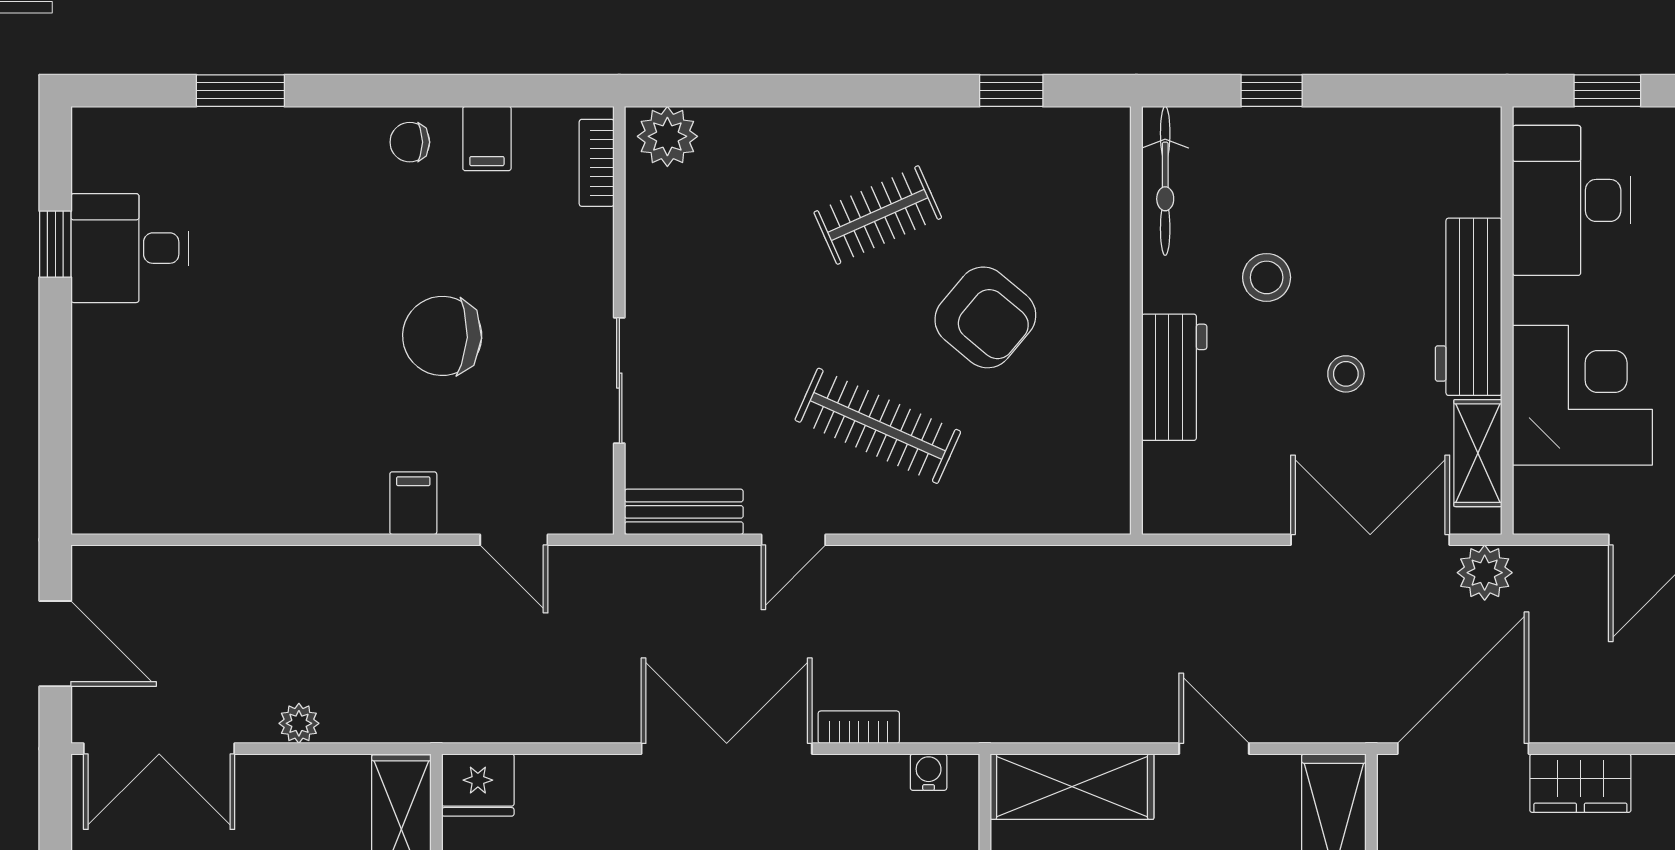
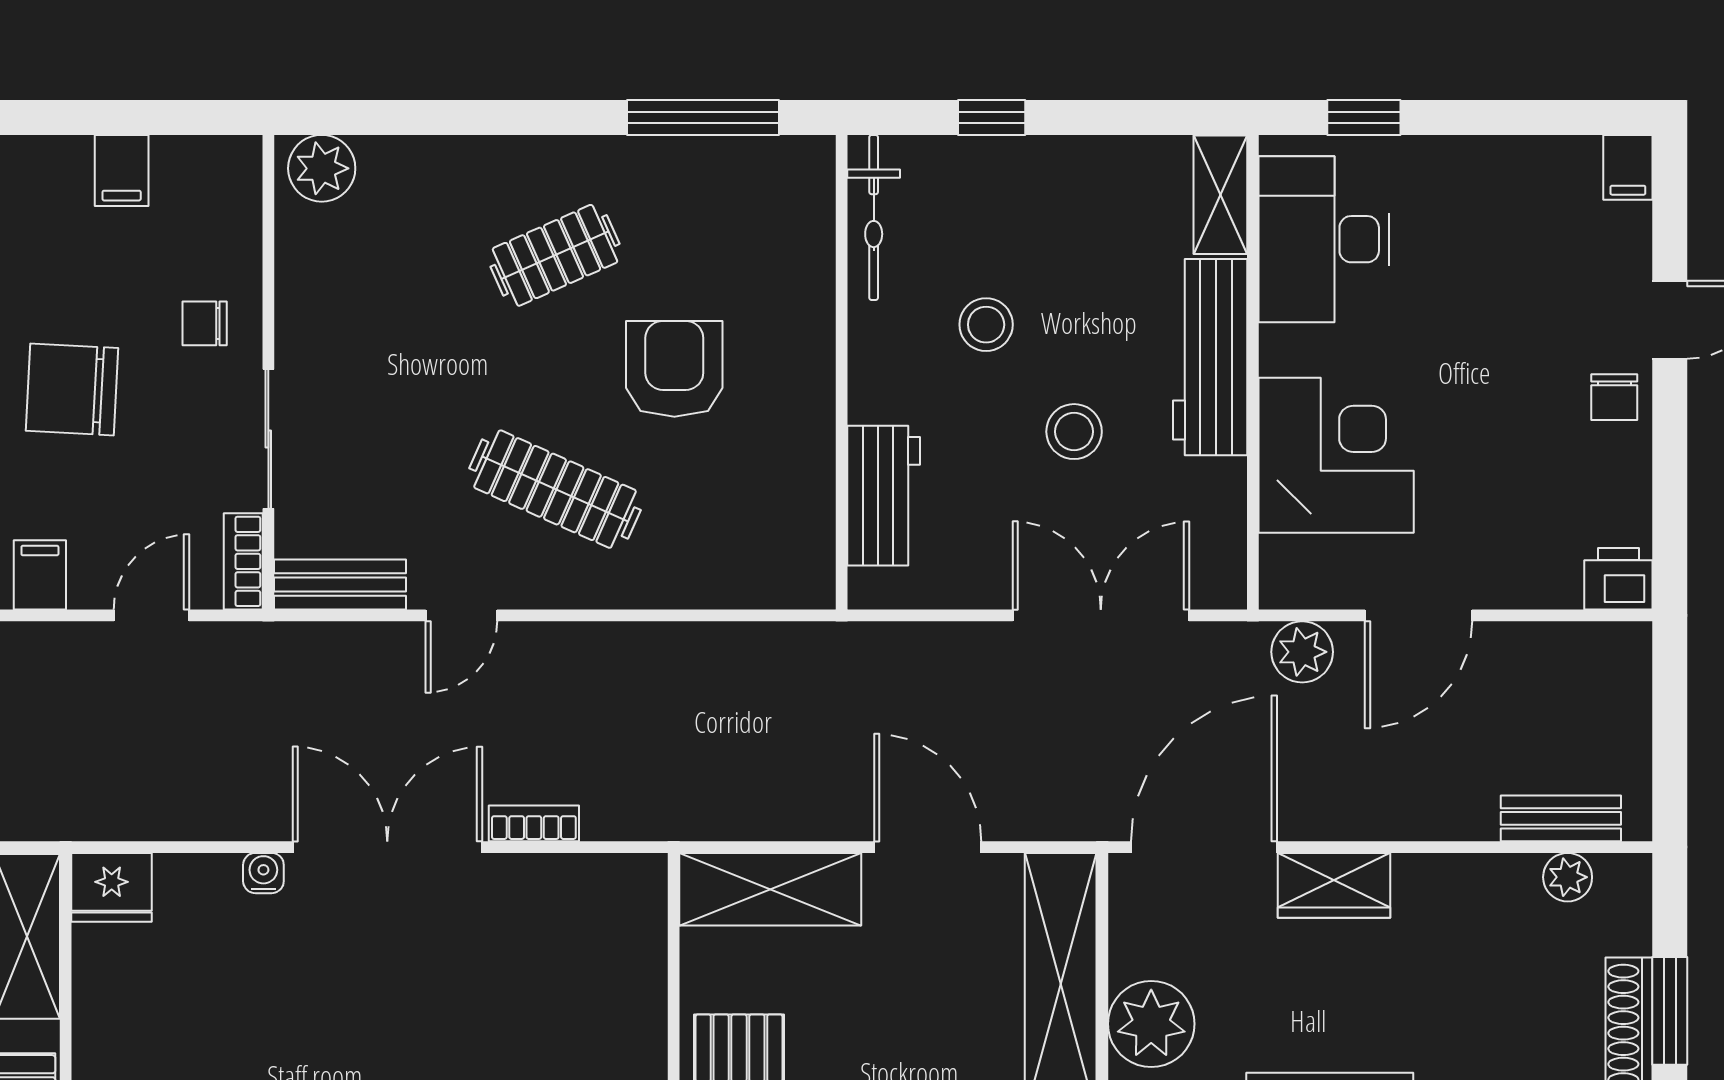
window: (1011, 91) -> (703, 117), width x2.17
chair: (410, 142) -> (205, 323), moved
bookcase: (597, 163) -> (243, 561), moved
armchair: (985, 317) -> (674, 369), turned -130
stool: (1346, 374) -> (1074, 432), width x1.37, depth x1.37
workbench: (1174, 377) -> (884, 496), moved
shelving: (1478, 453) -> (1220, 195), moved
door: (514, 540) -> (152, 615), swing flipped
plant: (1485, 573) -> (1302, 652), moved
door: (1214, 749) -> (928, 847), width x1.37
water cooler: (929, 772) -> (263, 873), moved

